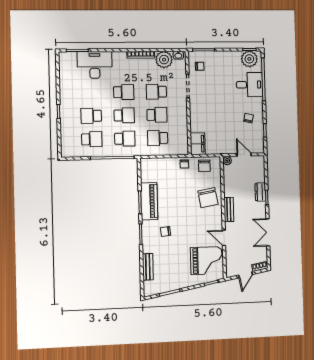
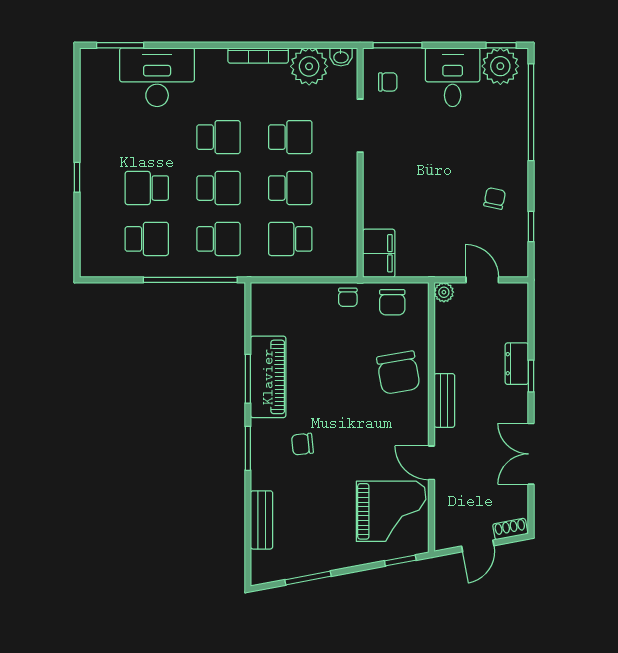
desk: (250, 85) -> (453, 77), moved, turned -90
school desk: (156, 92) -> (290, 137), turned 180

